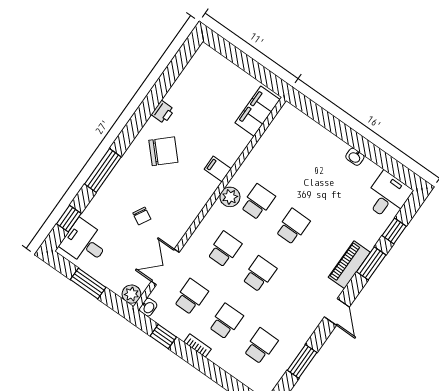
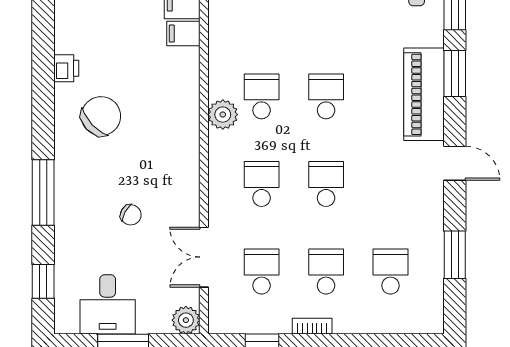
filing cabinet: (218, 169) -> (183, 33), moved
desk: (85, 243) -> (108, 304), moved, turned -90
piano: (349, 265) -> (424, 94), width x1.37, depth x1.33
washbasin: (148, 307) -> (218, 322), removed

